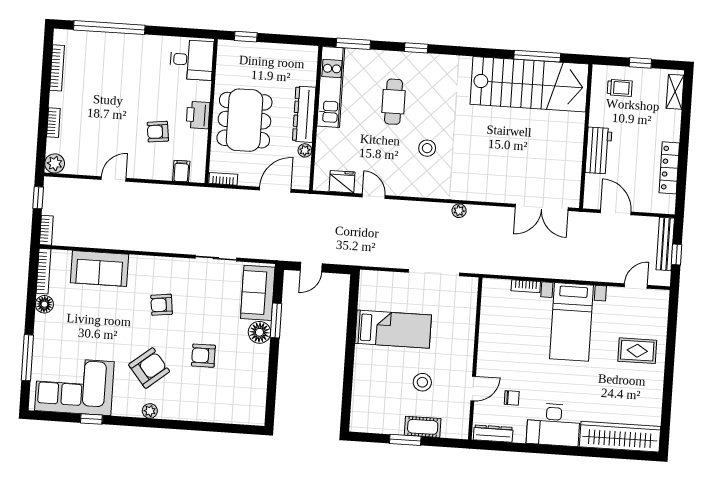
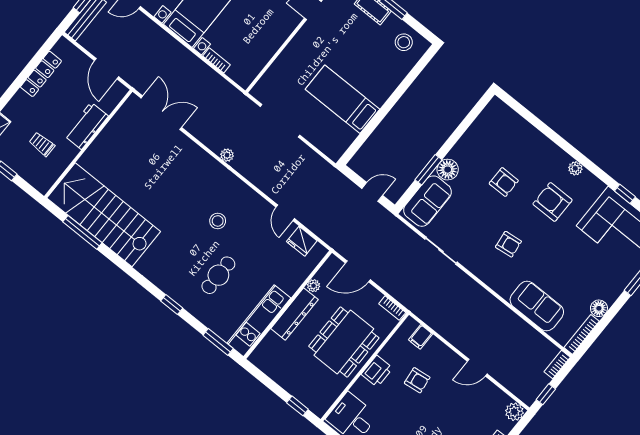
trolley: (620, 88) -> (42, 144), moved
armchair: (149, 368) -> (553, 202), turned 39
stool: (422, 382) -> (404, 42), moved

